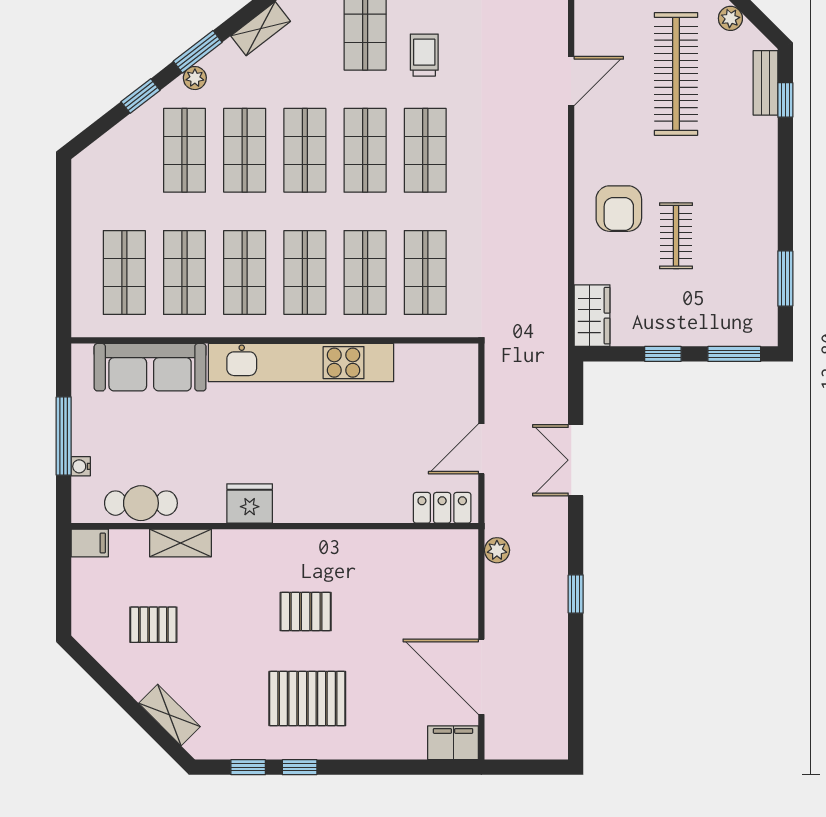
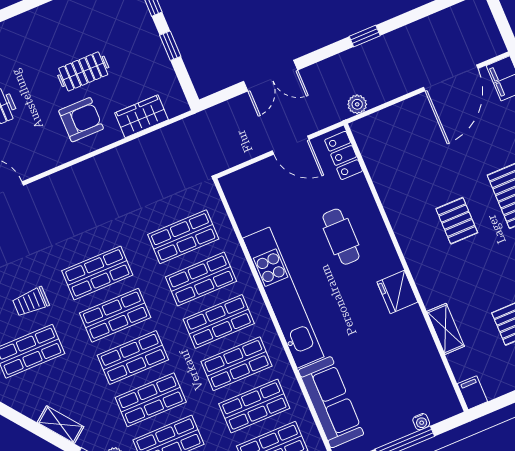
wardrobe: (592, 316) -> (142, 116), moved
cafe table: (141, 503) -> (341, 237), moved

